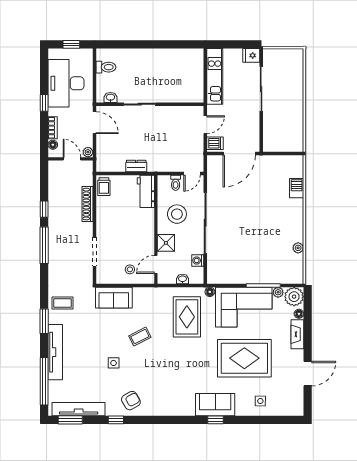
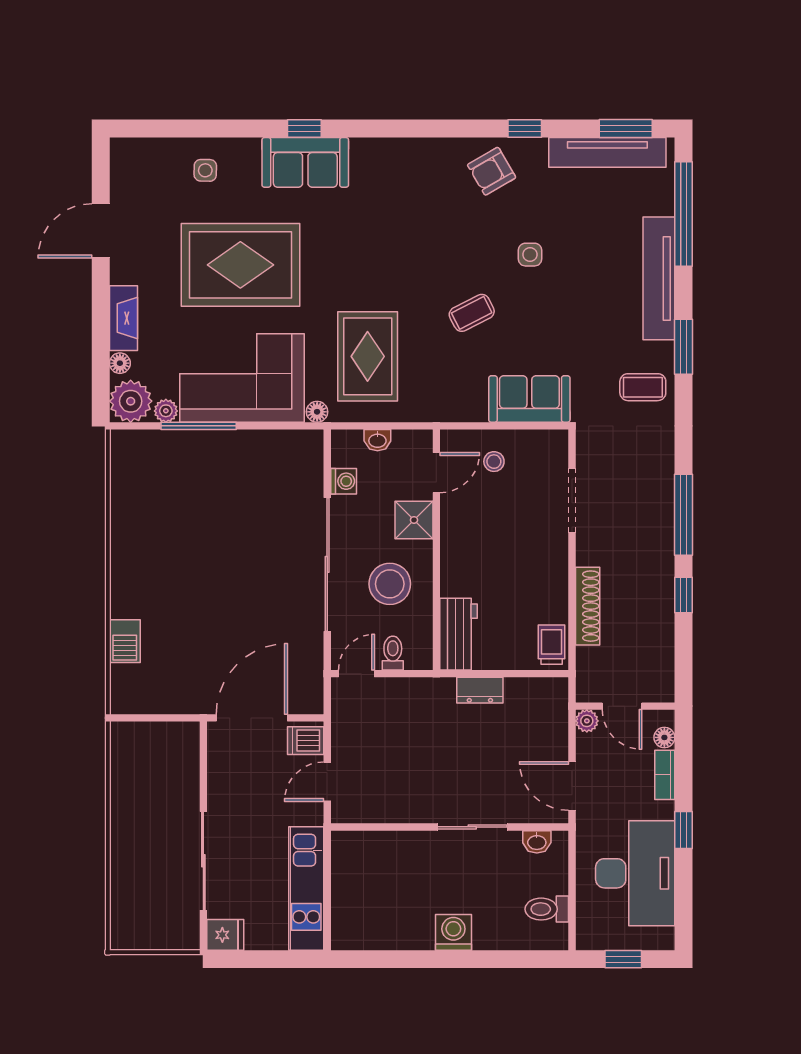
washing machine: (148, 57) -> (453, 932), added
plant: (298, 248) -> (122, 509), removed

